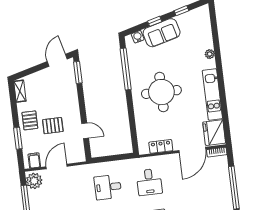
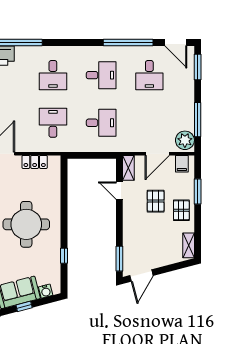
window: (126, 69) -> (64, 256), width x0.32
pallet: (53, 126) -> (156, 201), turned 90
shelving: (80, 151) -> (128, 168), added

